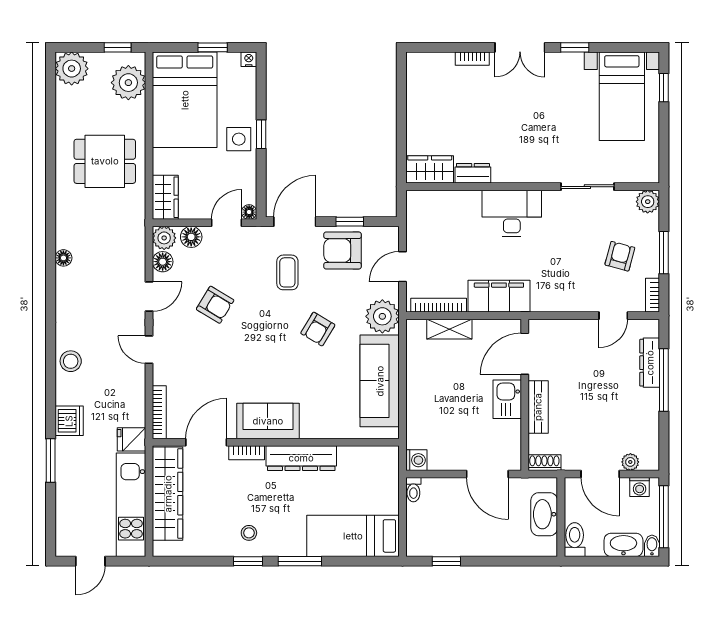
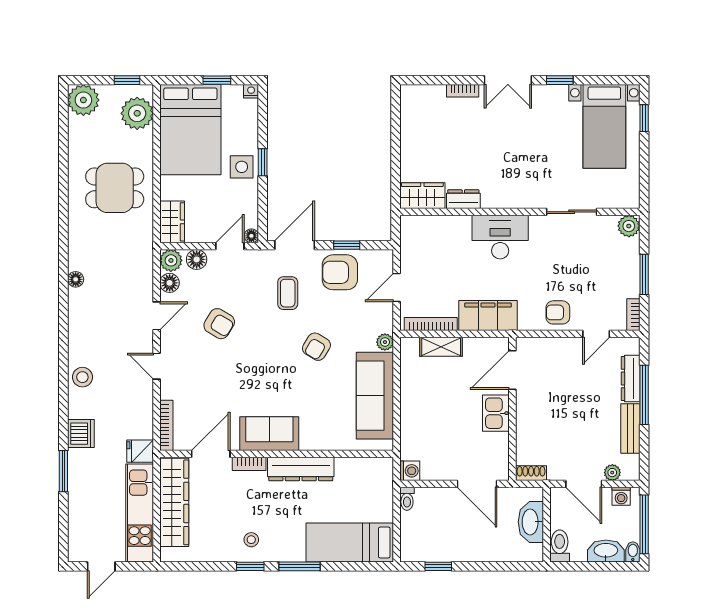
armchair: (620, 256) -> (558, 312), moved, turned -105
plant: (382, 316) -> (385, 342), width x0.53, depth x0.53
bench: (538, 407) -> (630, 429), moved

